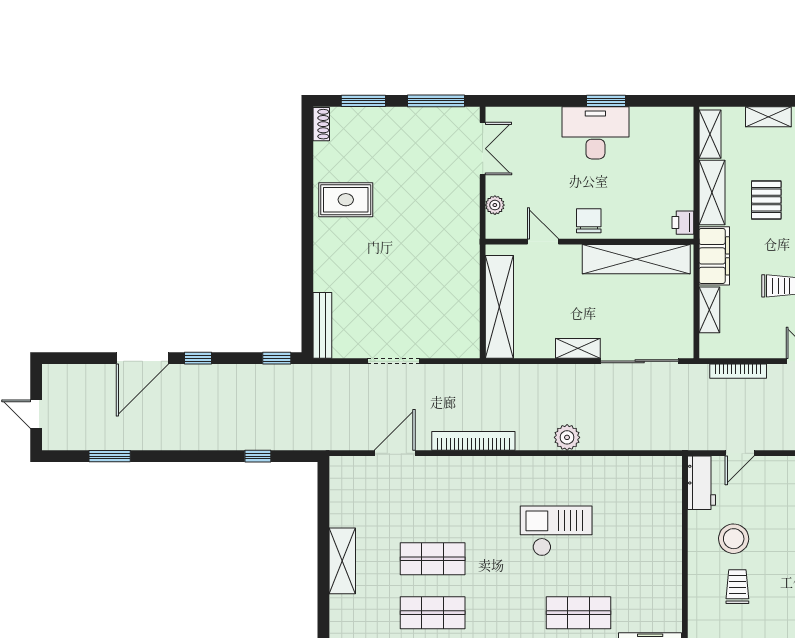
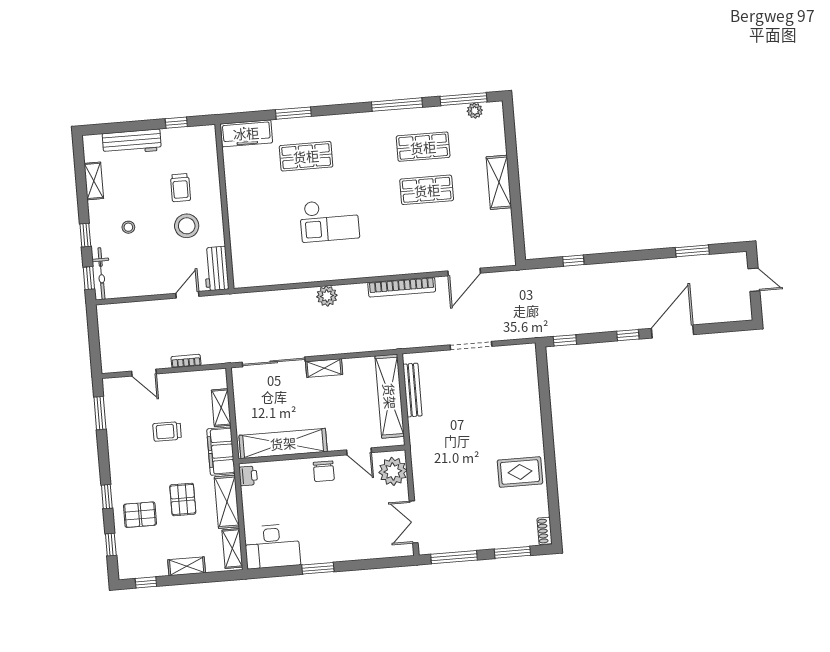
desk: (595, 133) -> (272, 546), moved
plant: (495, 205) -> (393, 471), width x1.88, depth x1.88
bench: (322, 325) -> (412, 390), moved
bookcase: (738, 371) -> (186, 361), width x0.64

